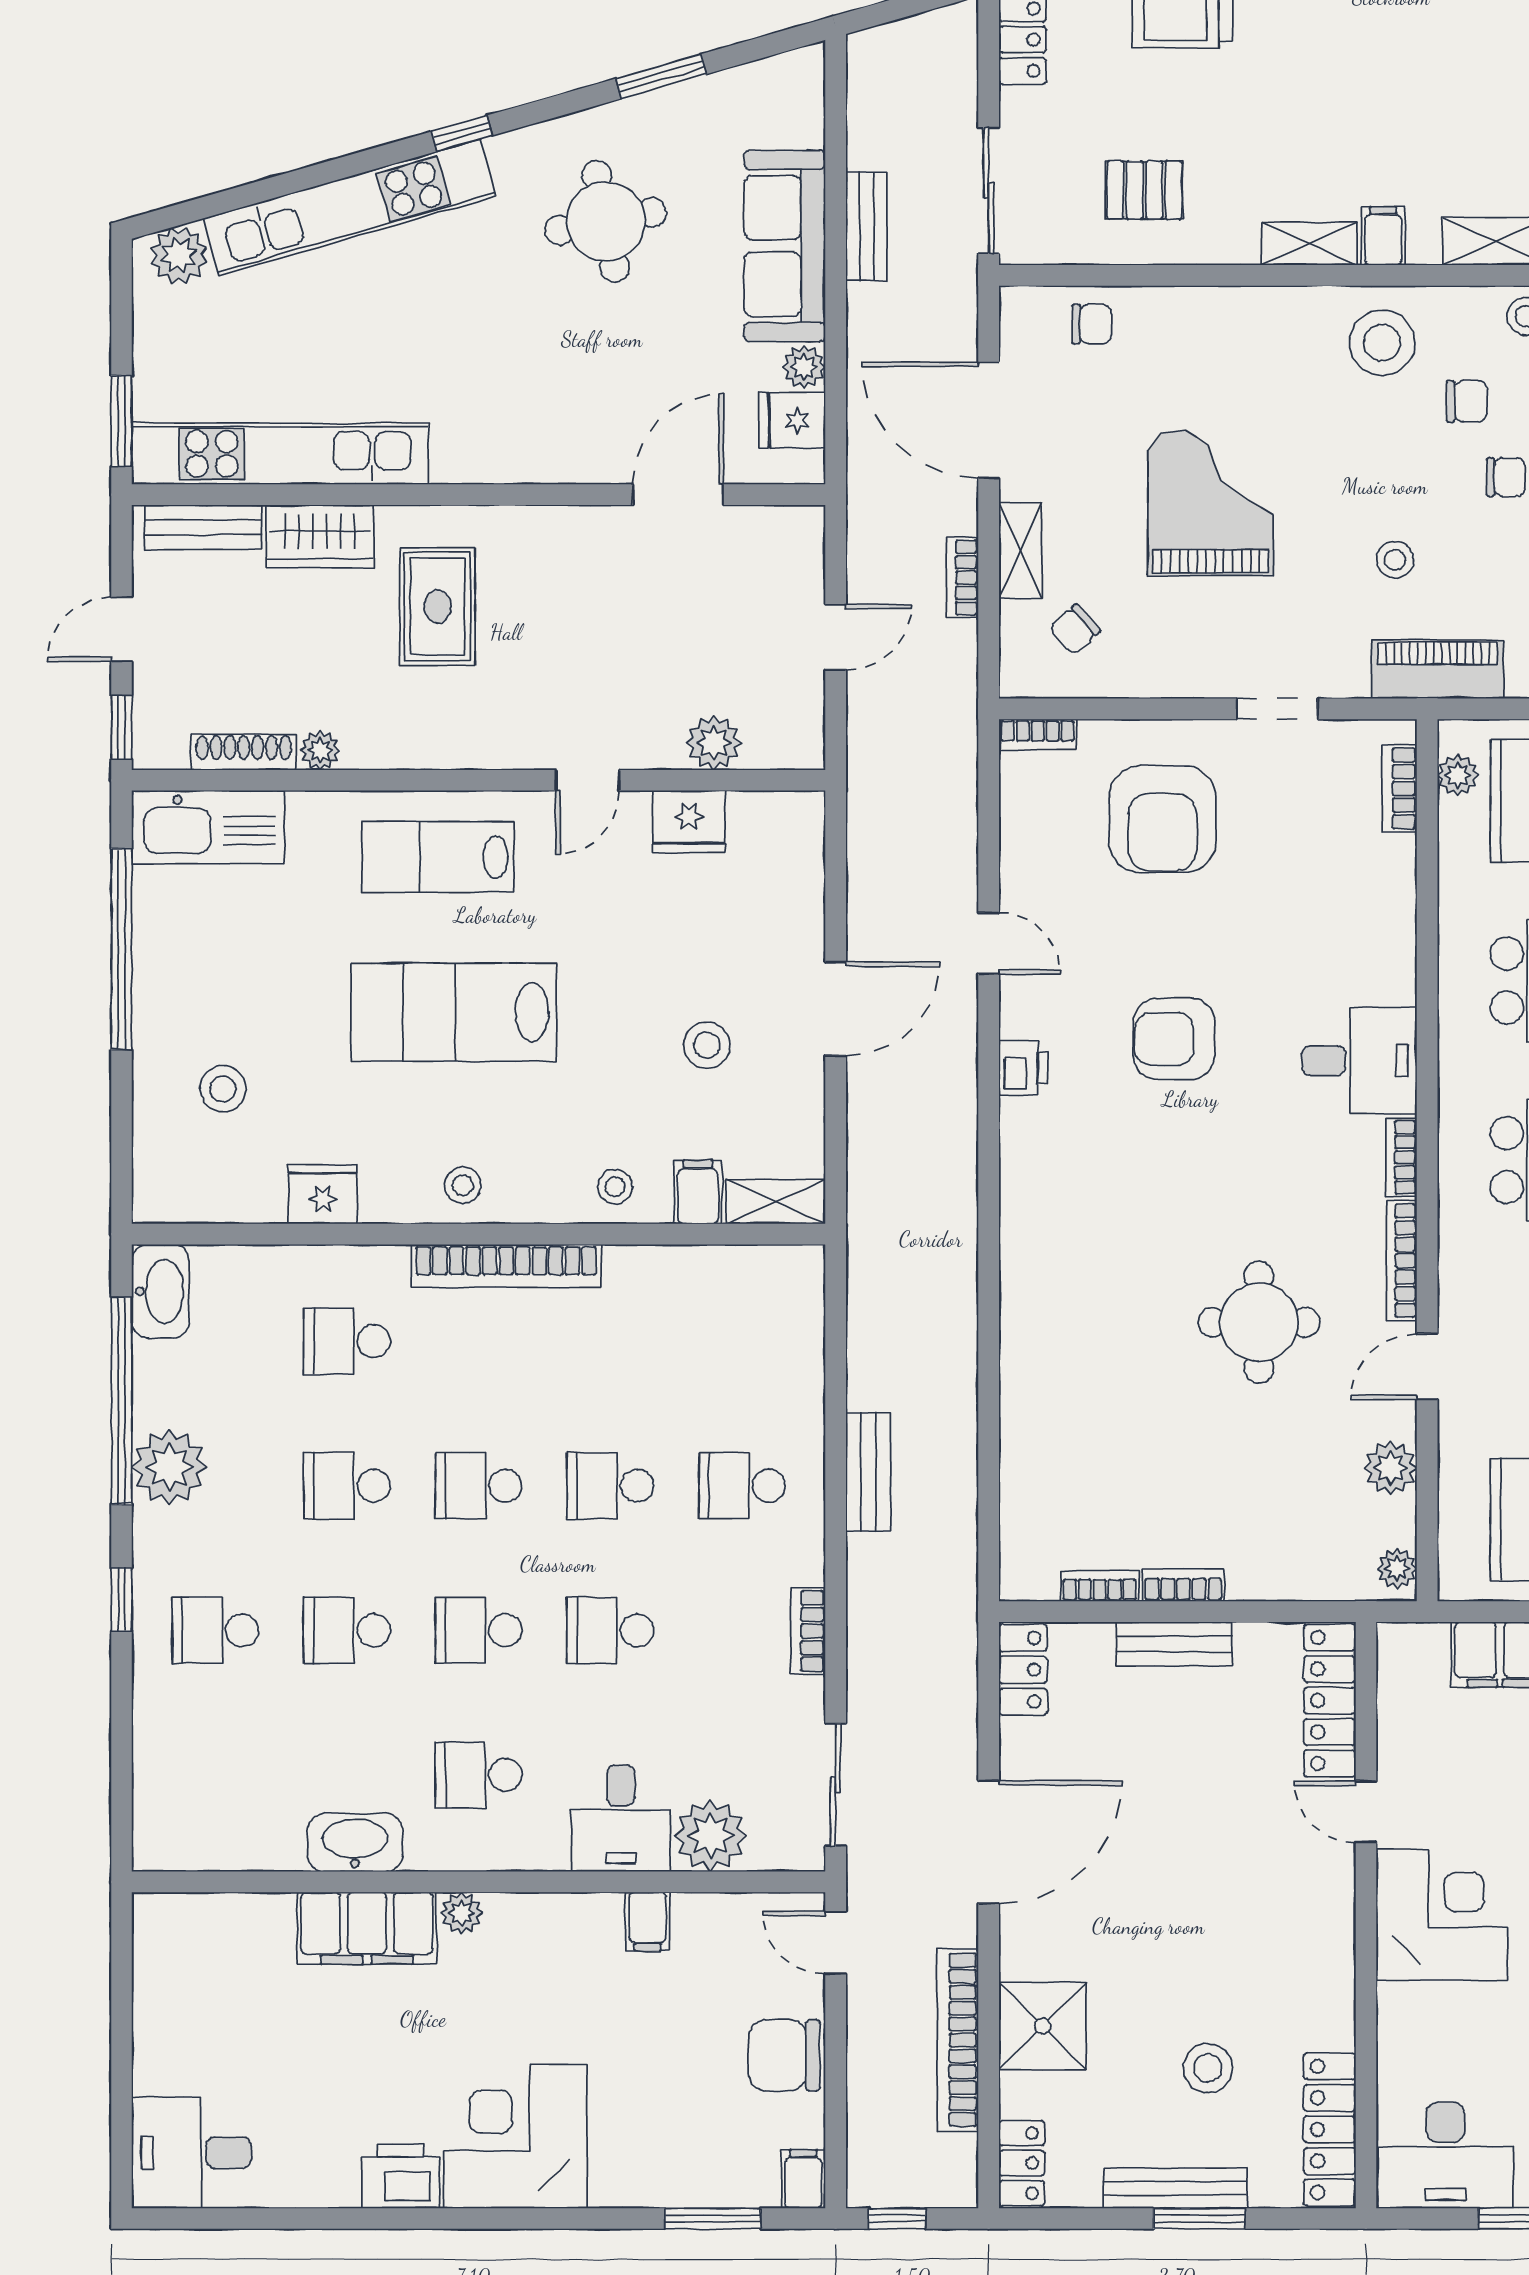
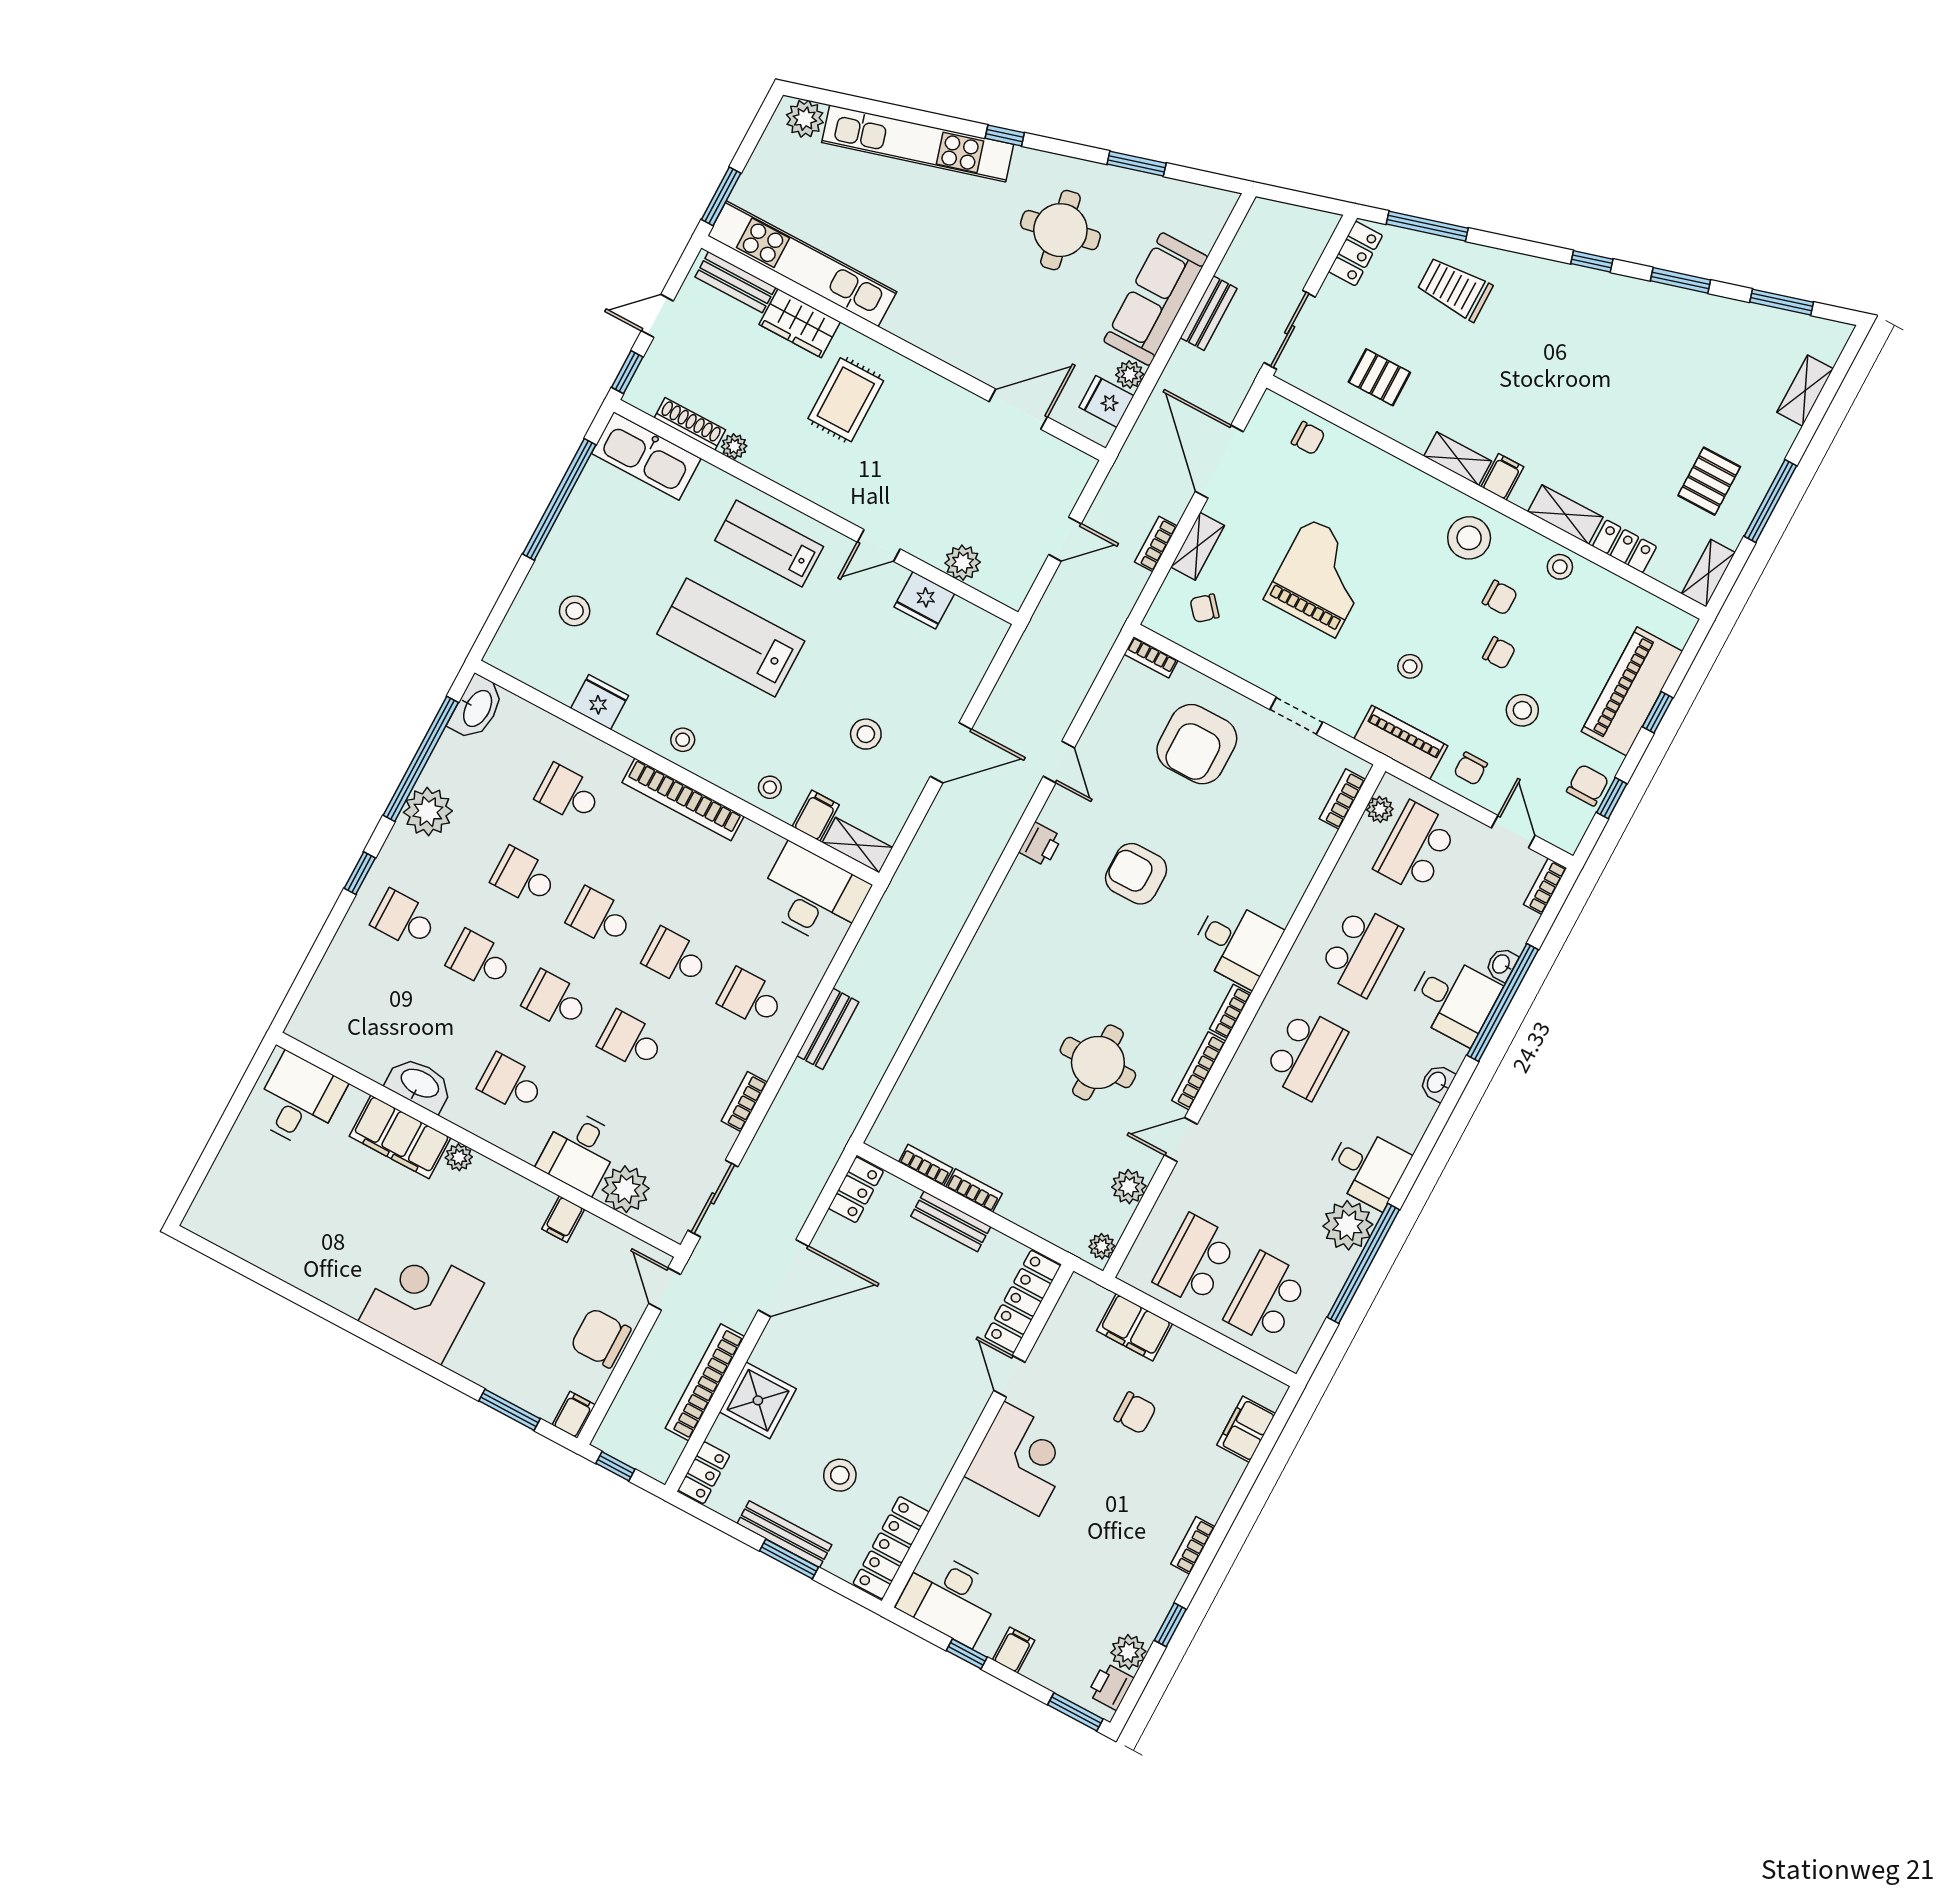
desk: (752, 1302) -> (813, 896), added
desk: (192, 2153) -> (299, 1101), moved, turned 90
printer: (400, 2176) -> (343, 1290), removed

